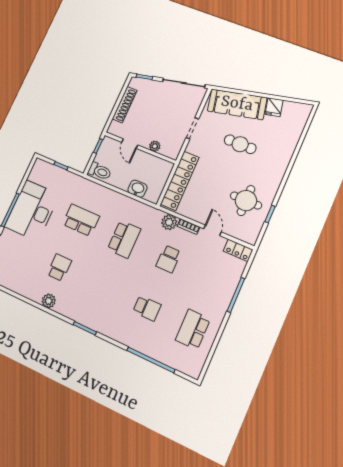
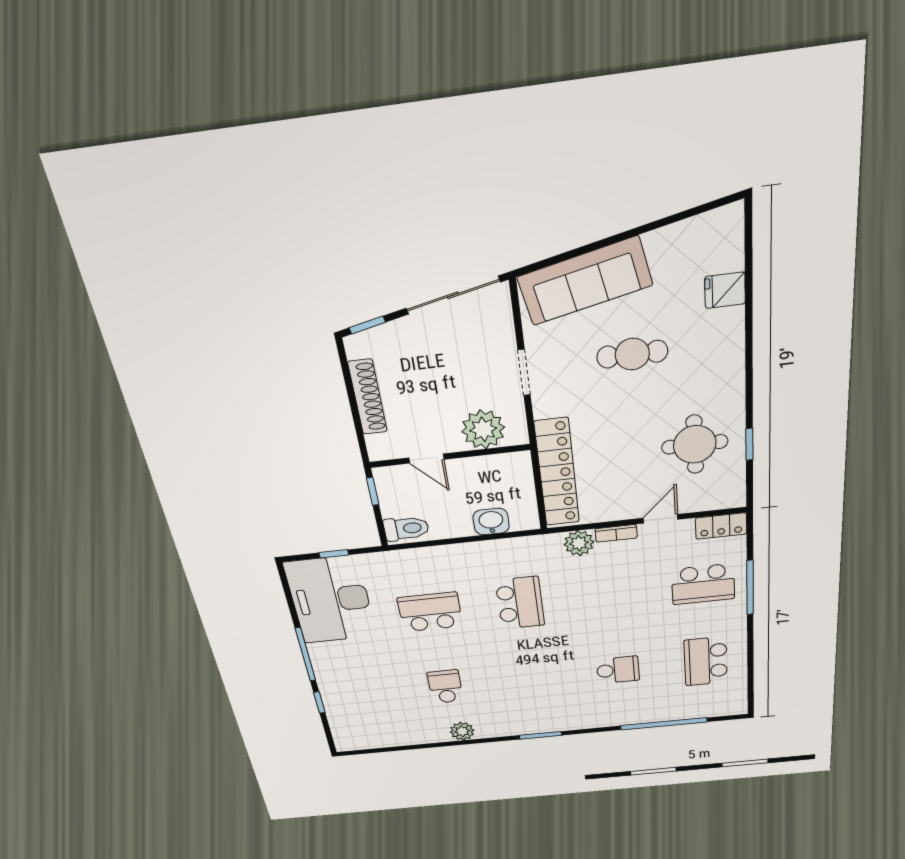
fridge: (274, 107) -> (725, 290), moved, turned 102
plant: (155, 146) -> (483, 429), width x1.87, depth x1.87
desk: (32, 211) -> (330, 600), moved
door: (212, 230) -> (661, 519), hinge flipped
school desk: (168, 259) -> (703, 584), moved, width x1.85

